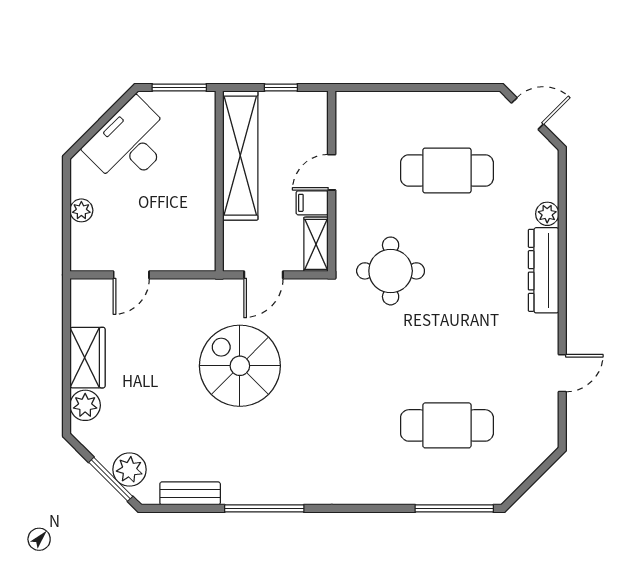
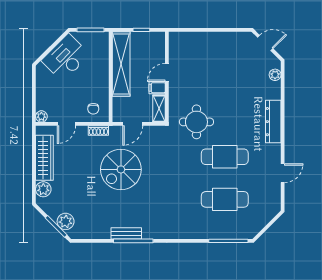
cafe table: (447, 171) -> (225, 157), moved
plant: (81, 210) -> (41, 116), moved
plant: (547, 214) -> (275, 75), moved
chair: (185, 245) -> (93, 109), added
shoe rack: (195, 288) -> (98, 130), added
wardrobe: (87, 358) -> (44, 158), width x1.50
spiral stairs: (240, 366) -> (121, 169), turned -90
bench: (190, 493) -> (126, 233), moved

